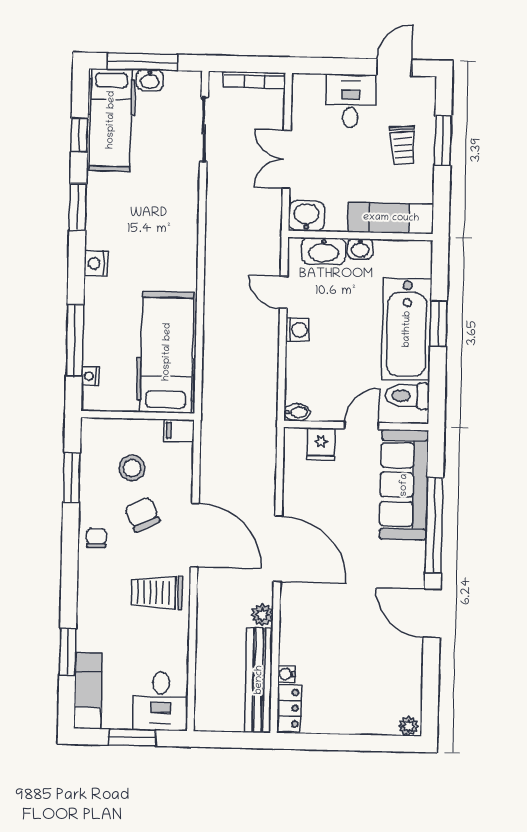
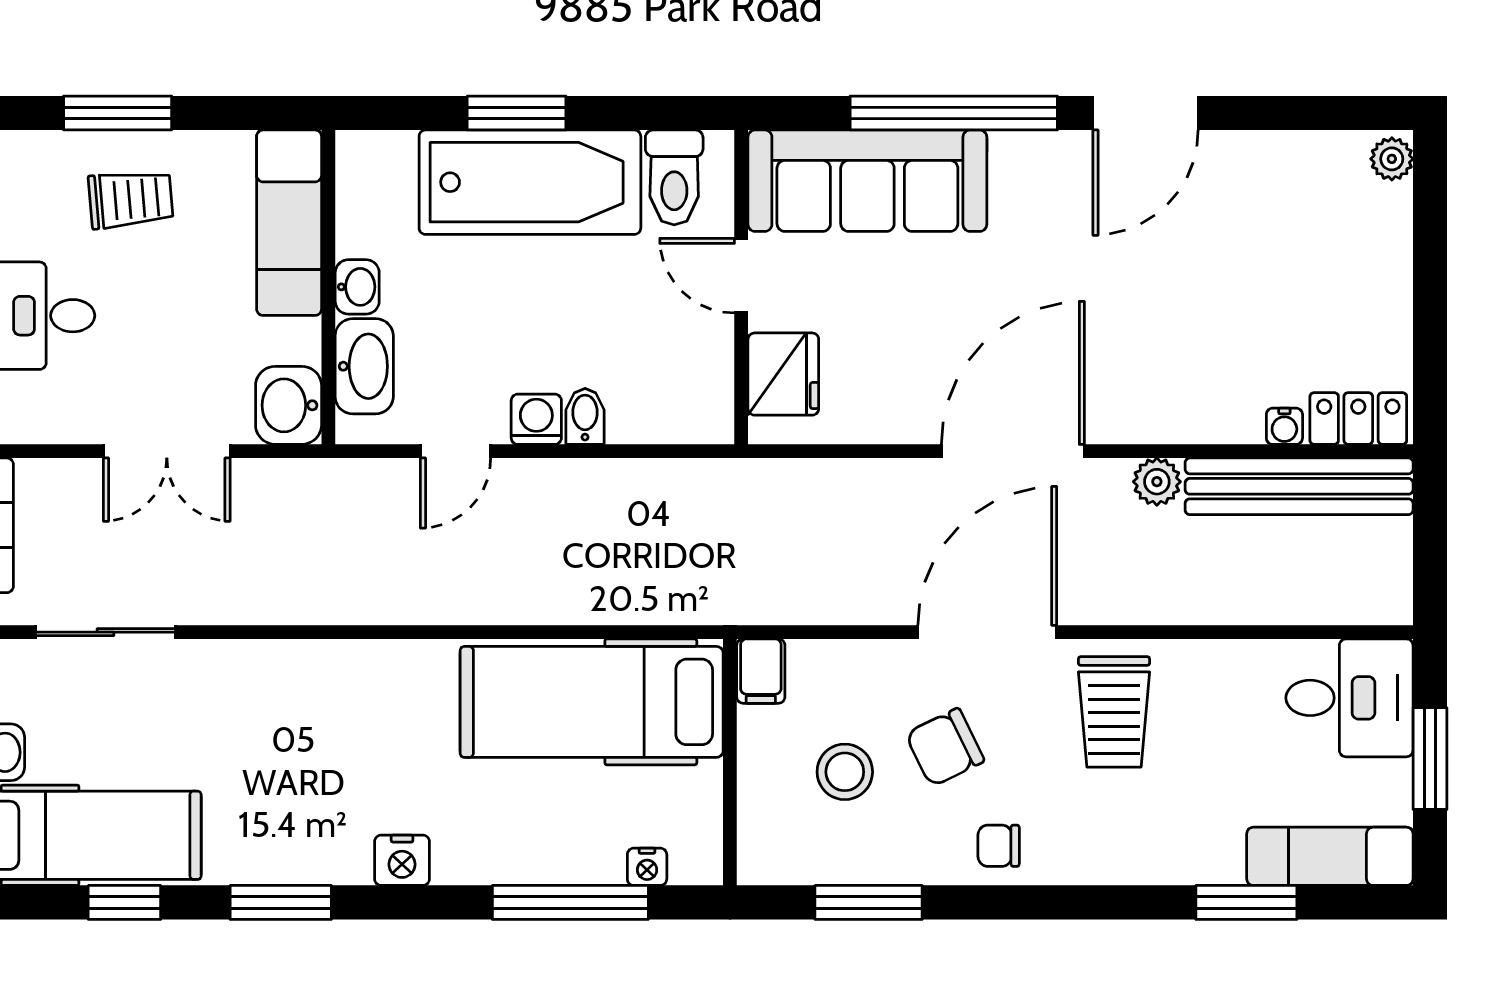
bidet: (297, 412) -> (585, 416), moved
fridge: (321, 444) -> (783, 374), width x1.38

